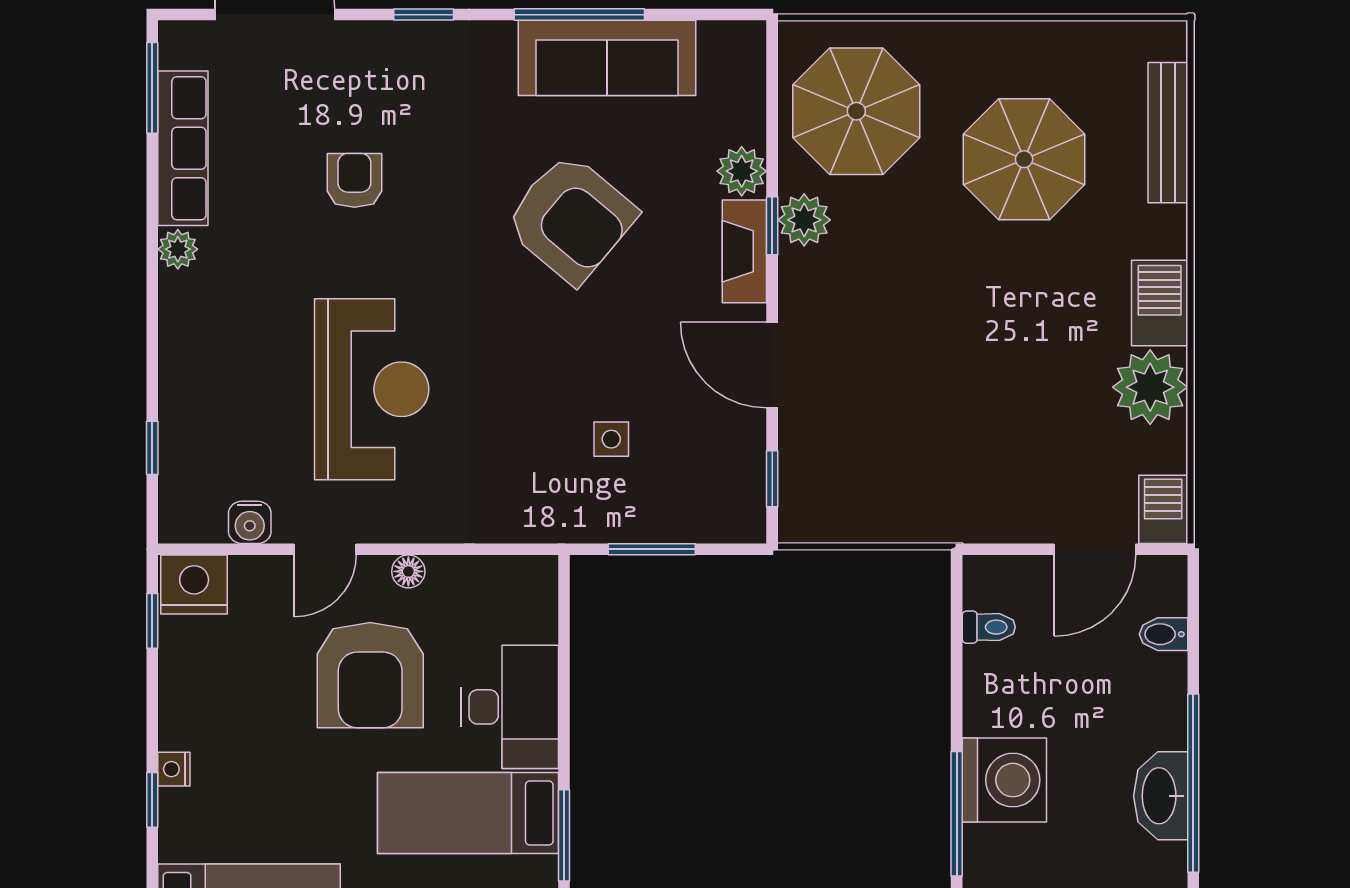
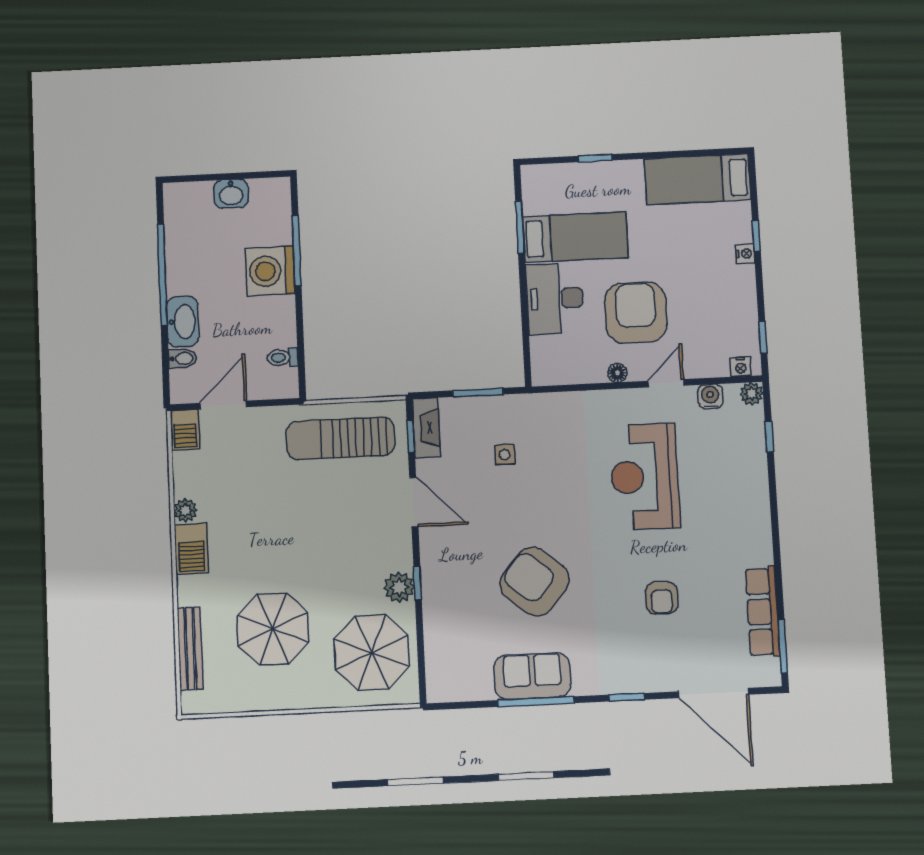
sofa: (607, 58) -> (532, 676), width x0.73
plant: (742, 171) -> (437, 614), removed
plant: (178, 249) -> (752, 394), moved
fireplace: (744, 251) -> (426, 428), moved
plant: (1150, 387) -> (185, 511), width x0.53, depth x0.53
sun lounger: (894, 481) -> (340, 438), added
nightstand: (194, 585) -> (741, 367), width x0.53, depth x0.56
washbasin: (1161, 796) -> (183, 322), moved

